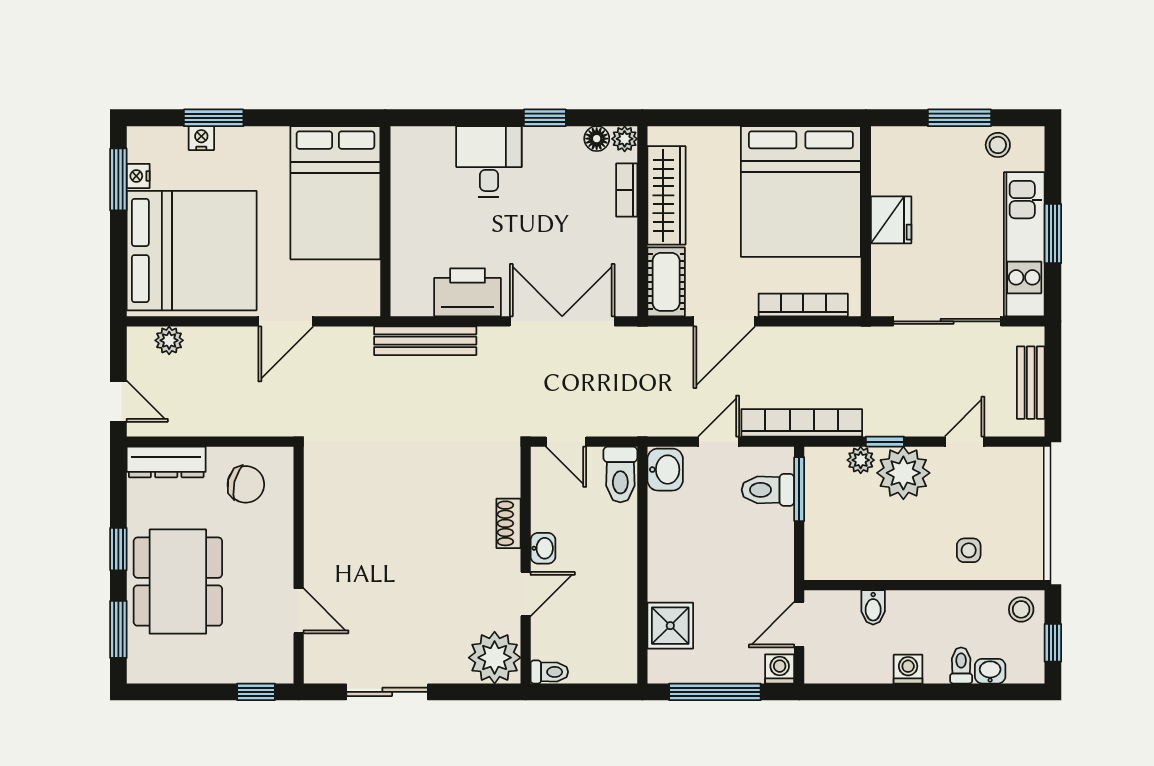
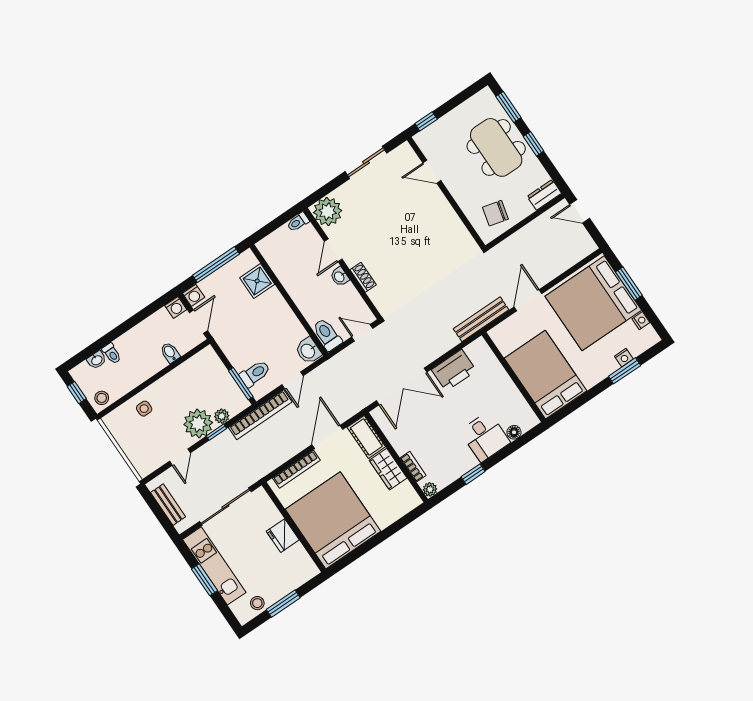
floor lamp: (597, 139) -> (514, 432), moved
window: (118, 179) -> (629, 284), moved
wardrobe: (666, 195) -> (388, 469), width x0.67
plant: (169, 340) -> (575, 255), removed
bench: (425, 341) -> (481, 319), moved
dresser: (166, 462) -> (544, 195), width x0.70
washing machine: (908, 669) -> (176, 307), moved

